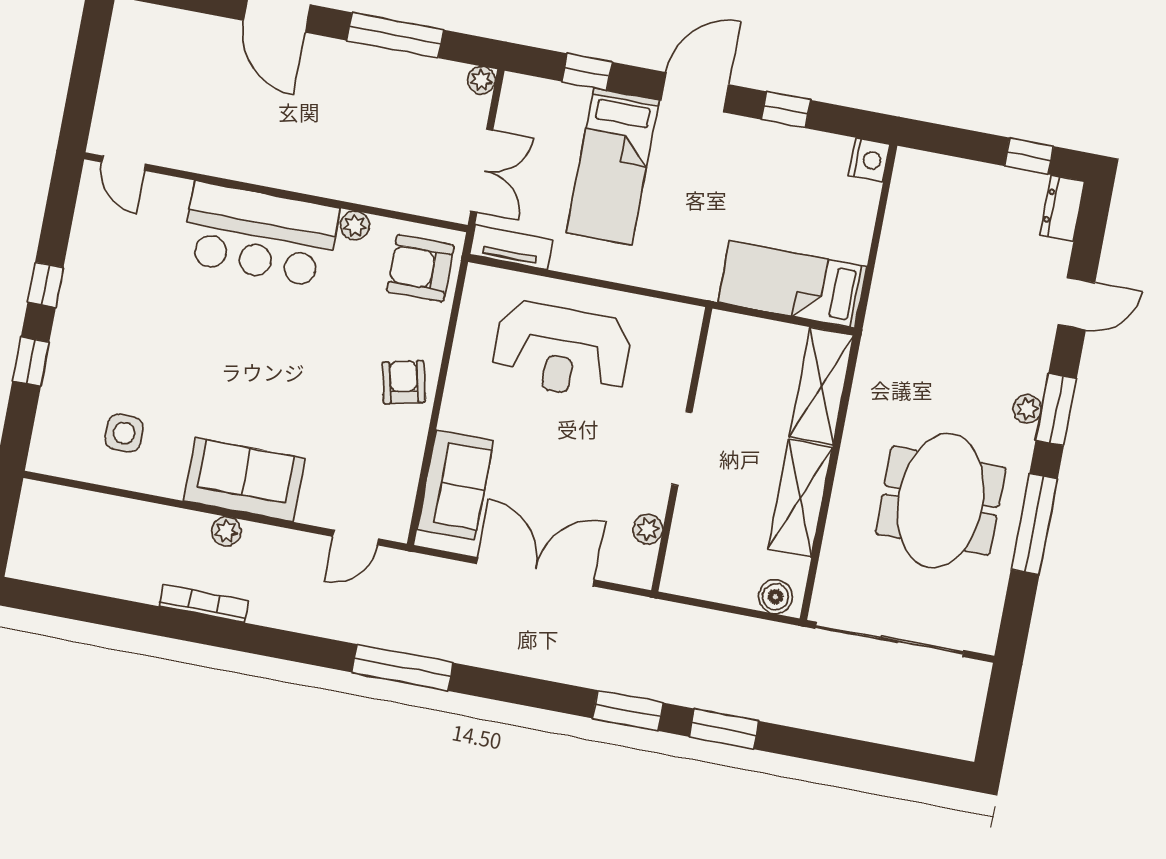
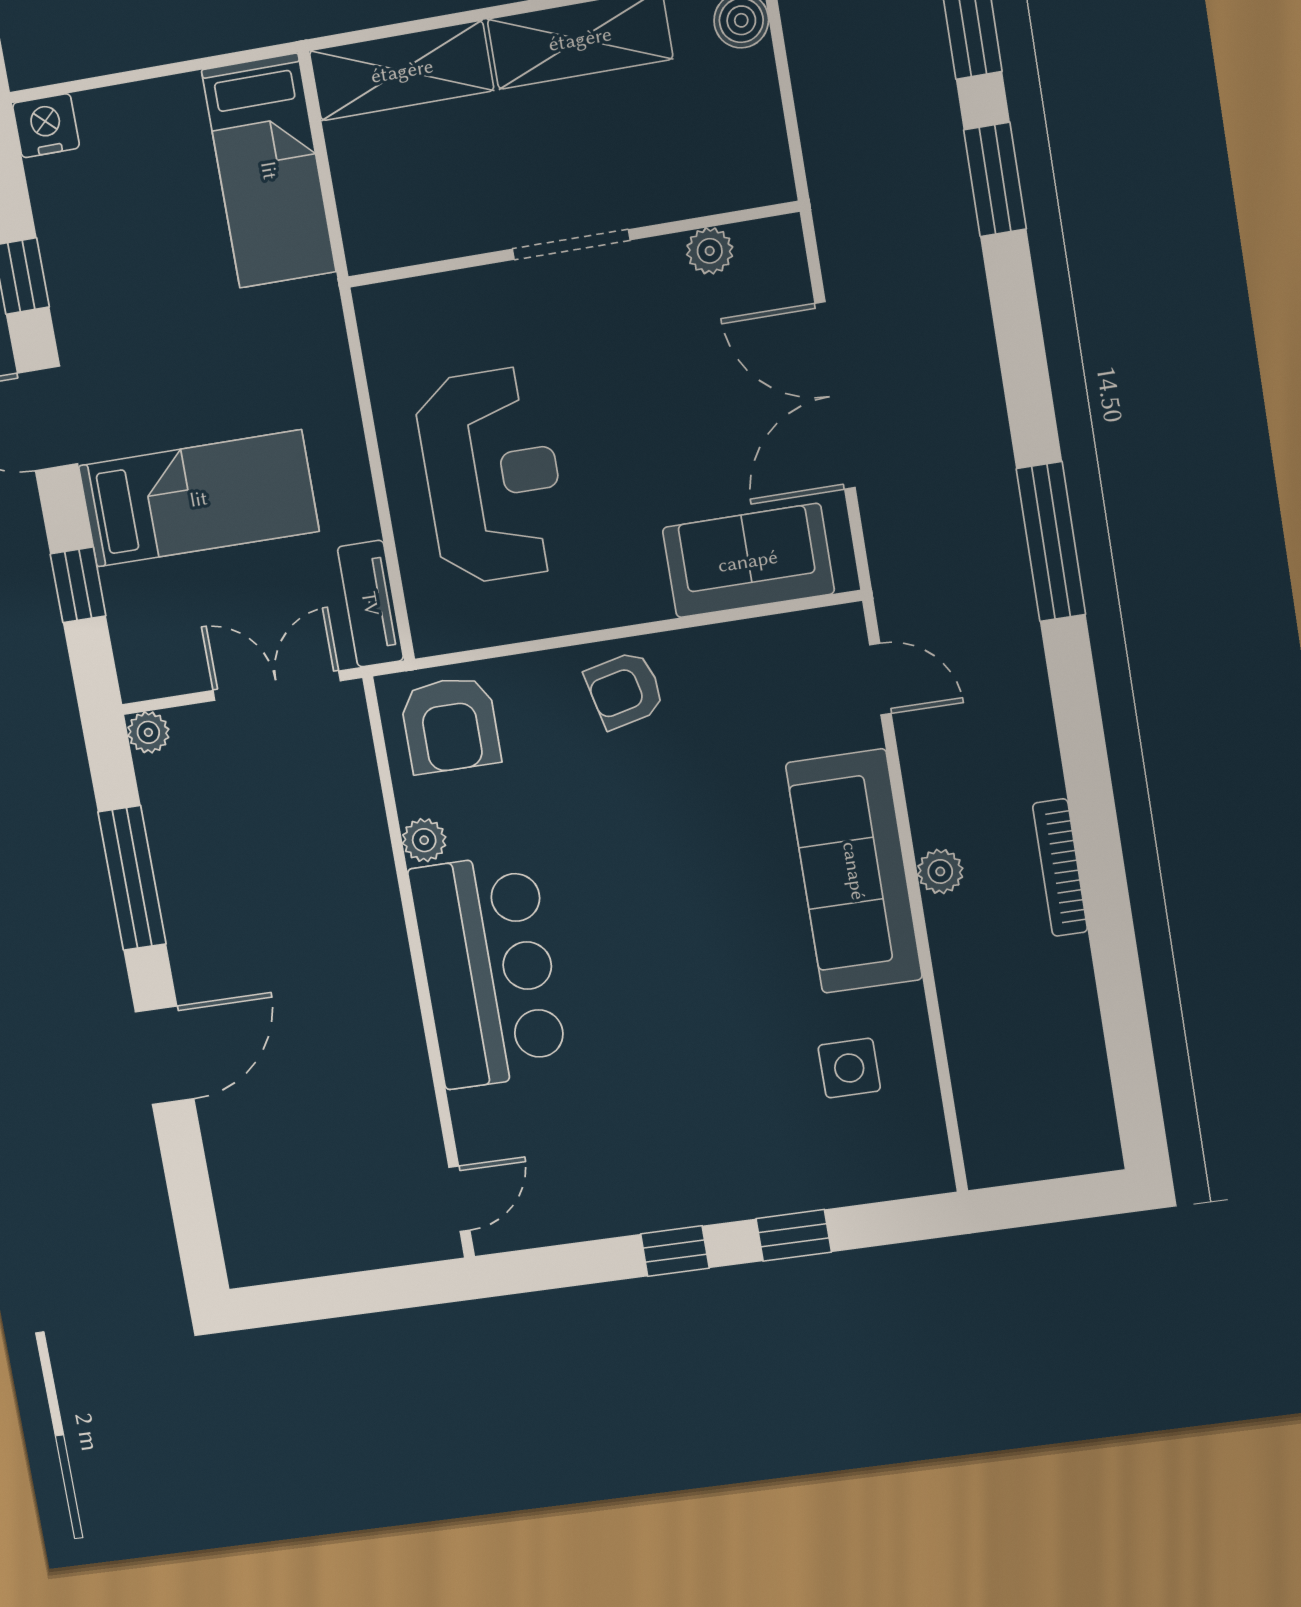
sofa: (244, 480) -> (854, 871), width x1.36

